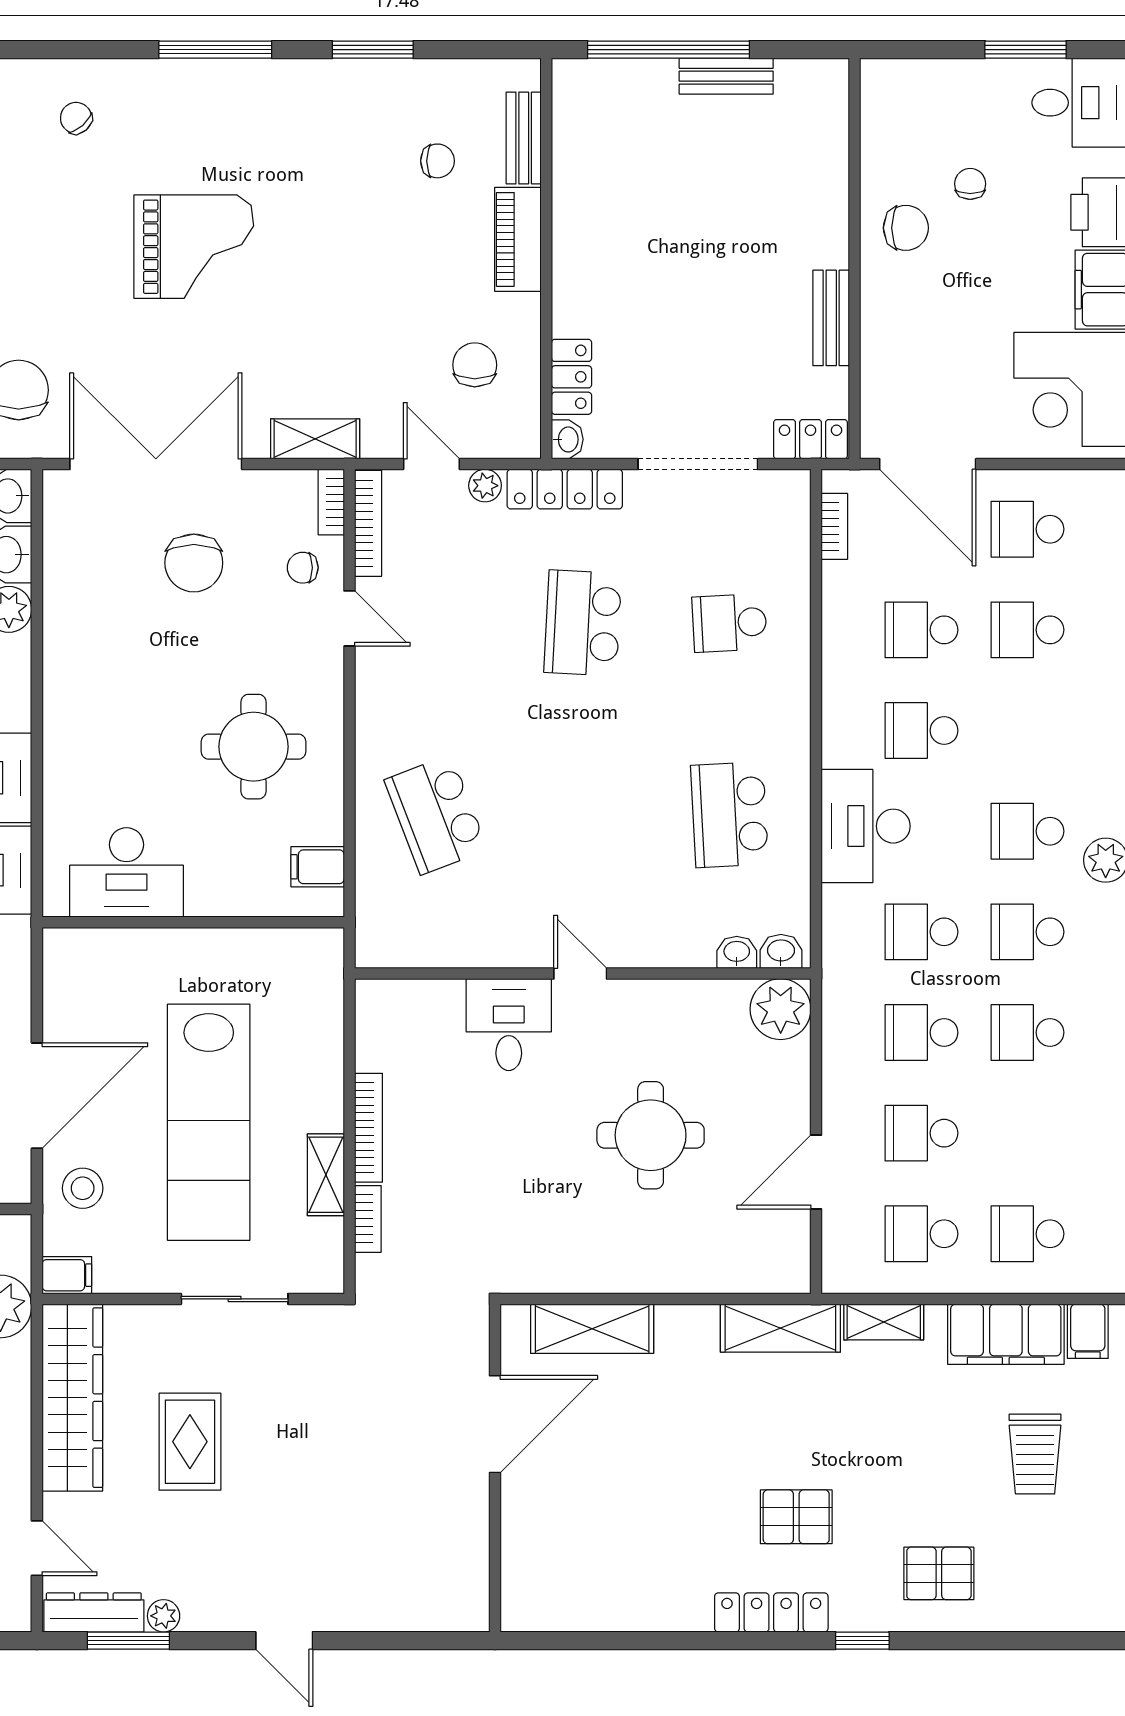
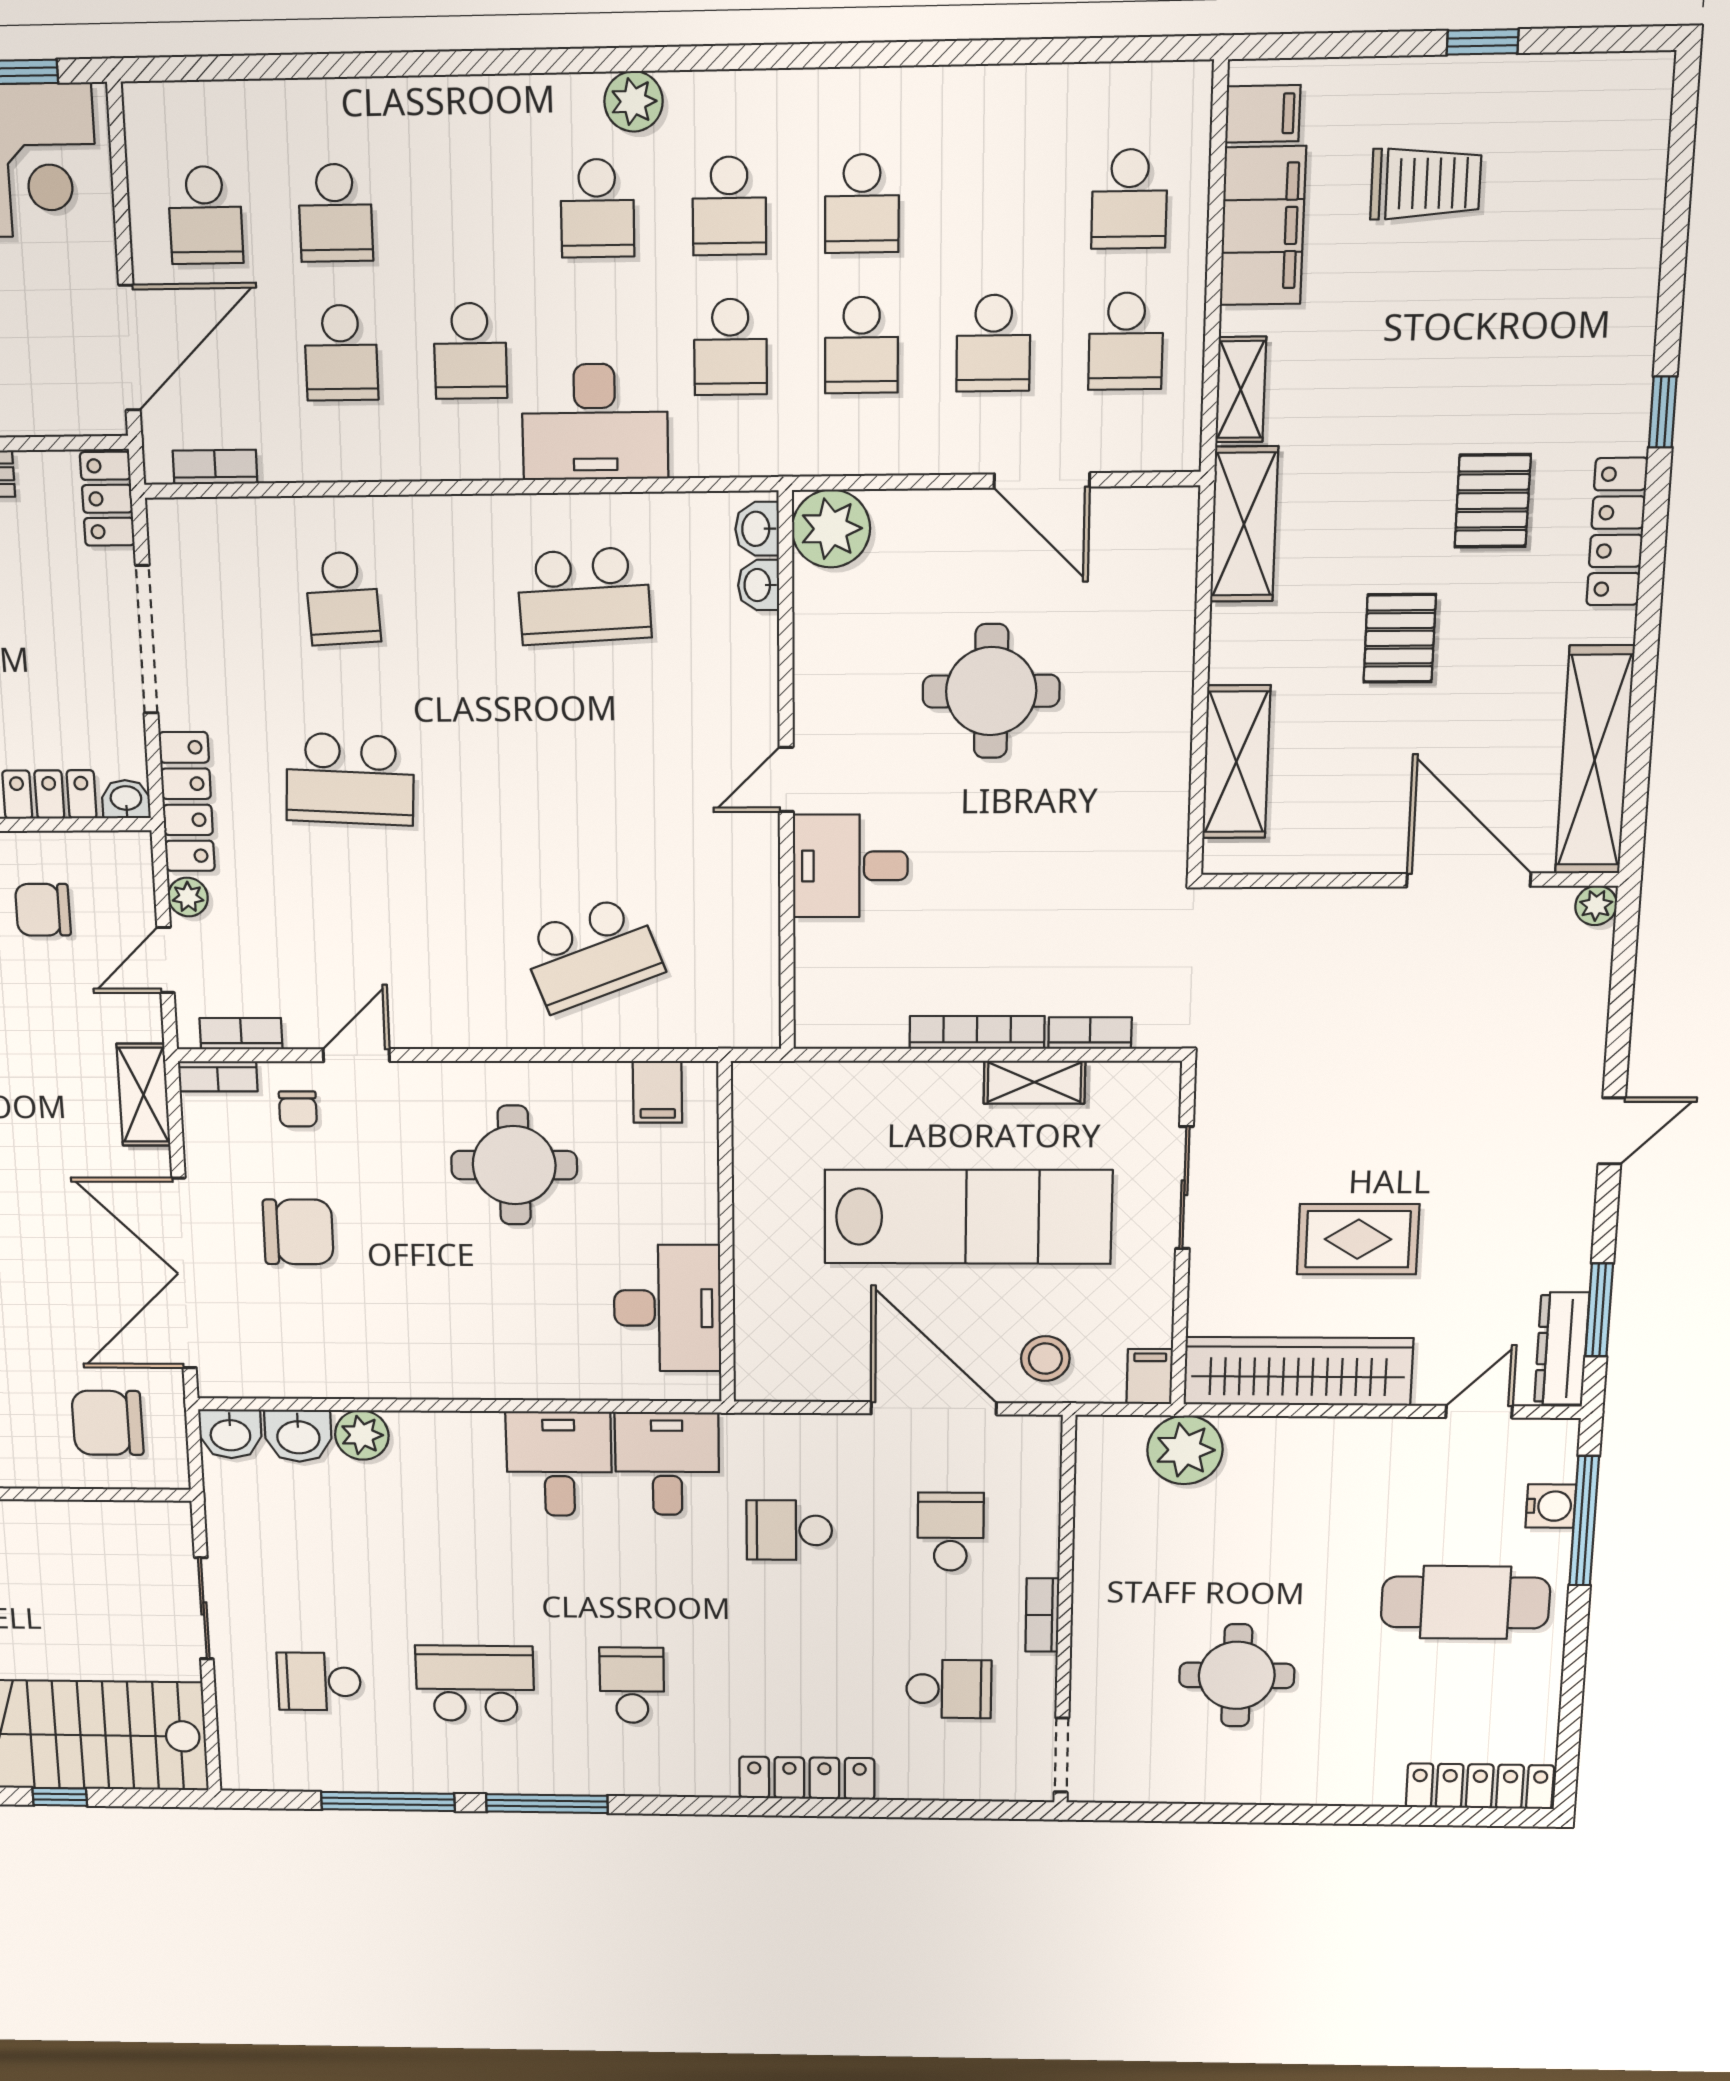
bookcase: (368, 523) -> (241, 1034), width x0.64
door: (495, 1424) -> (1469, 880), moved
pallet: (939, 1573) -> (1400, 638), moved
shelving: (592, 1607) -> (1595, 760), added
plant: (164, 1616) -> (1596, 905), moved

